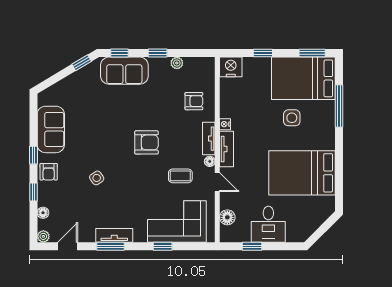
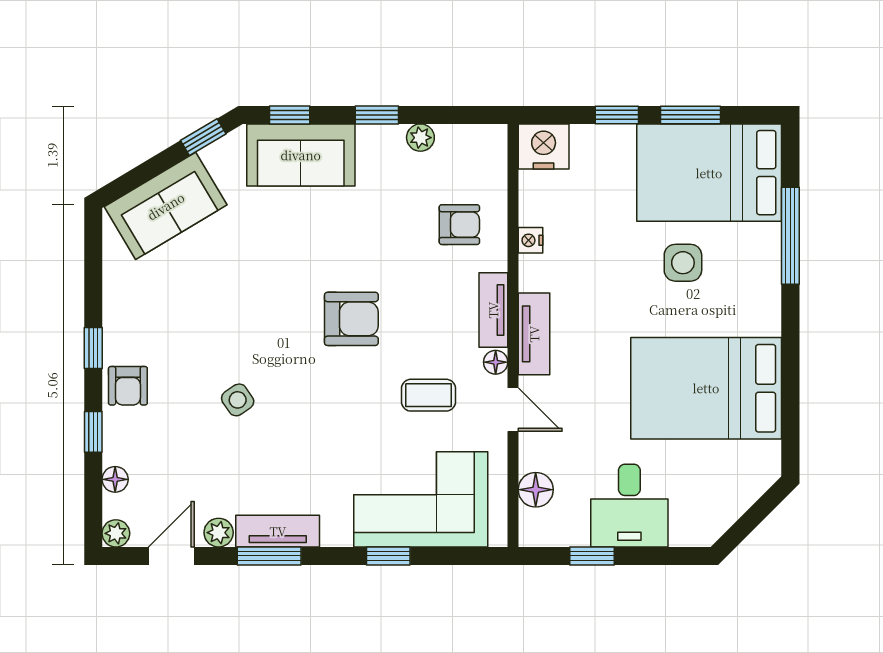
window: (312, 53) -> (690, 115), moved
nightstand: (225, 124) -> (530, 240), moved
sofa: (51, 129) -> (166, 206), moved, turned 59
plant: (88, 236) -> (219, 533), added

